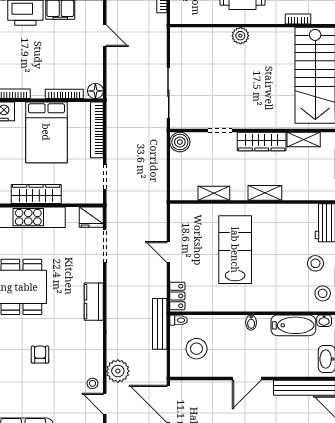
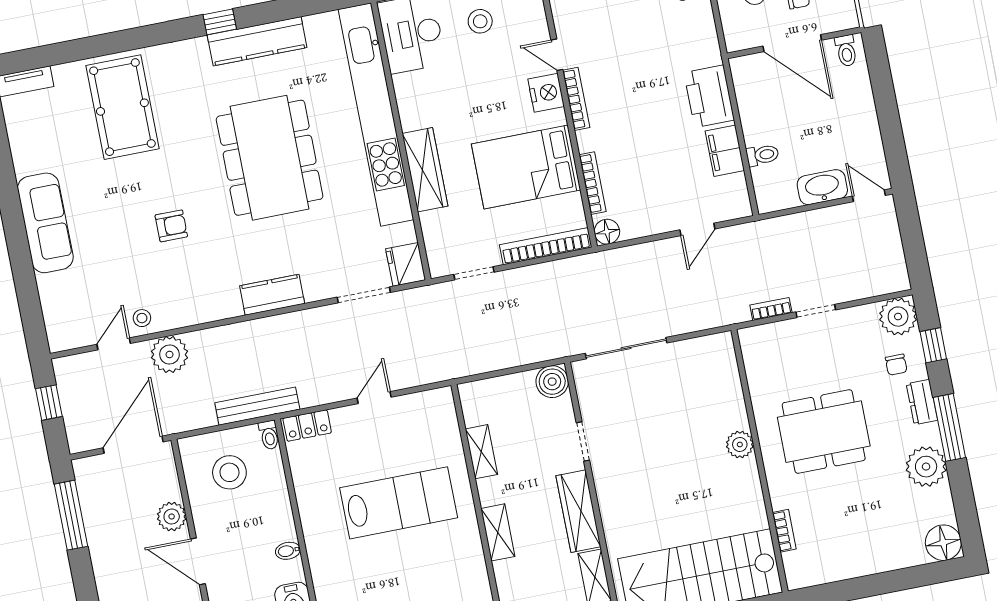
plant: (216, 389) -> (172, 516), added

